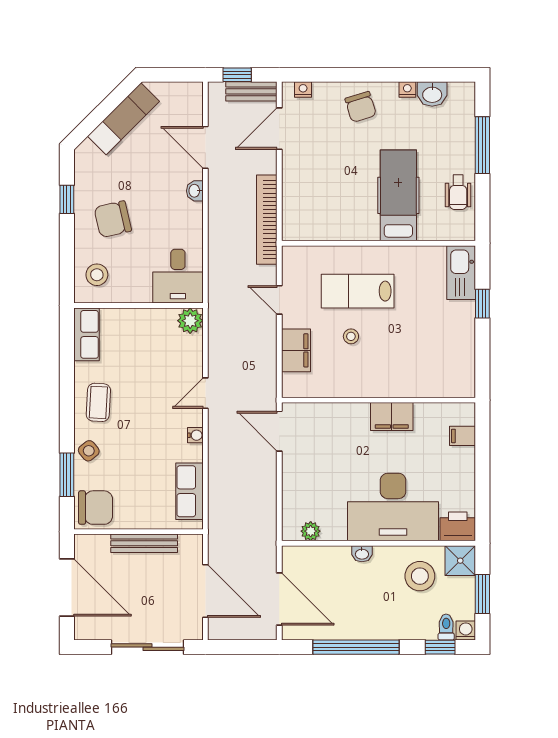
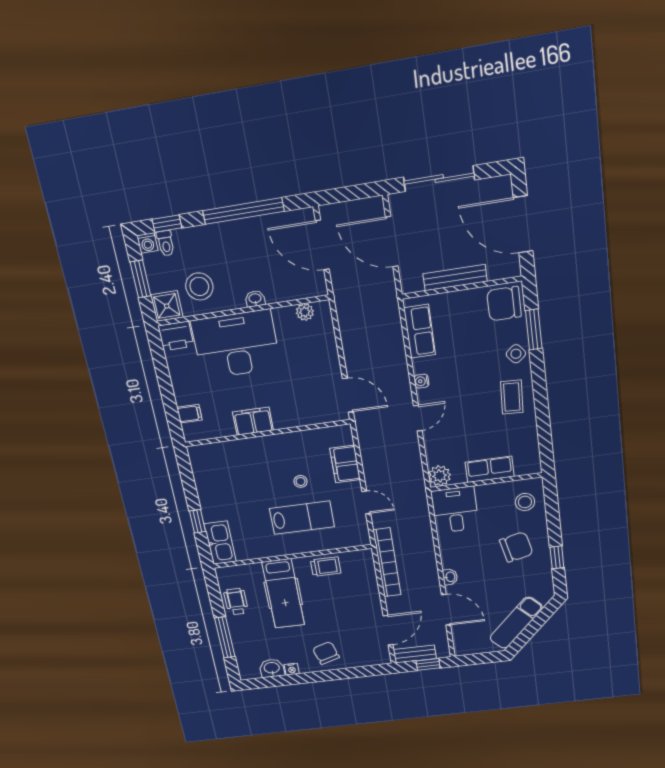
nightstand: (303, 90) -> (374, 660), removed
trolley: (341, 224) -> (326, 567), added
row of seats: (87, 334) -> (490, 469), moved, turned 90

